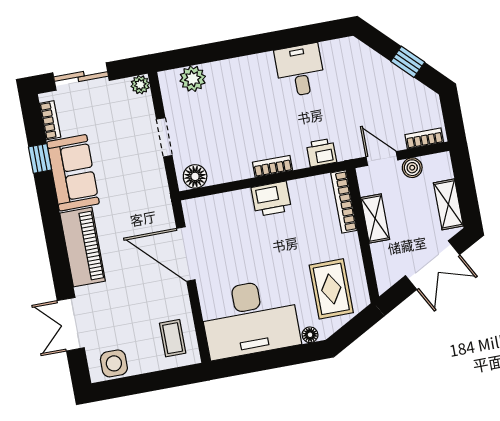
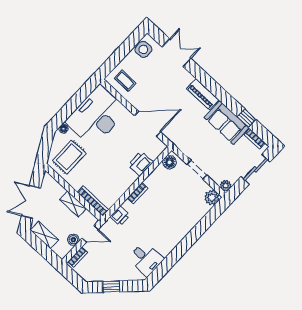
desk: (300, 70) -> (146, 259), moved
plant: (193, 79) -> (212, 197), moved
printer: (271, 199) -> (140, 164), moved
piano: (83, 247) -> (203, 94), width x0.73, depth x0.75
rug: (331, 289) -> (69, 157), turned 90

